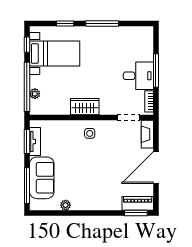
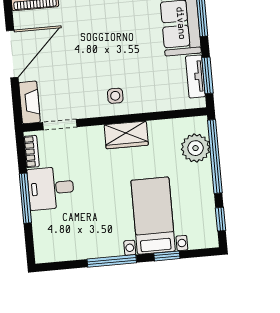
bed with nightstands: (55, 54) -> (153, 216), moved, turned 90
plant: (35, 94) -> (196, 148), width x1.88, depth x1.88

